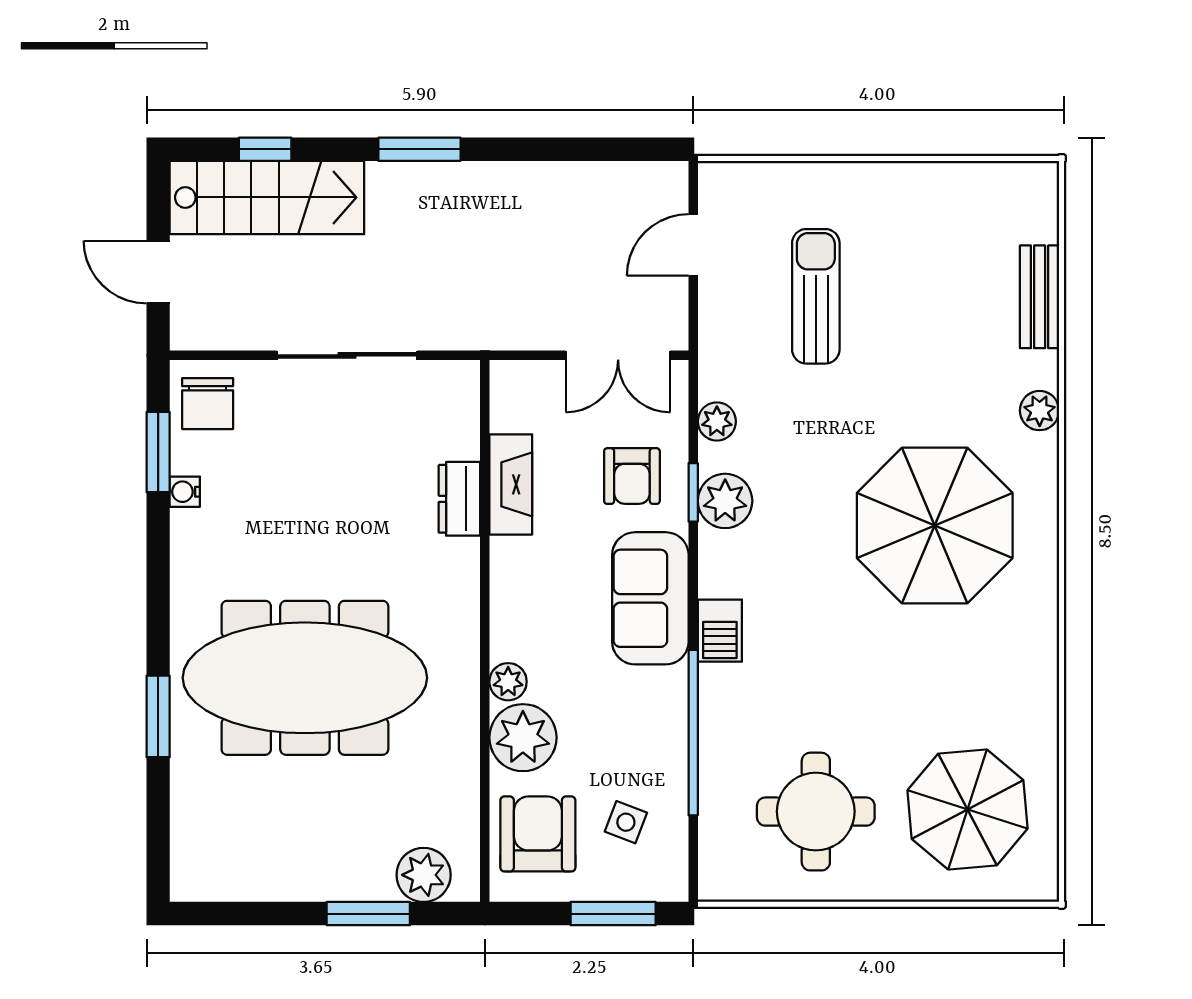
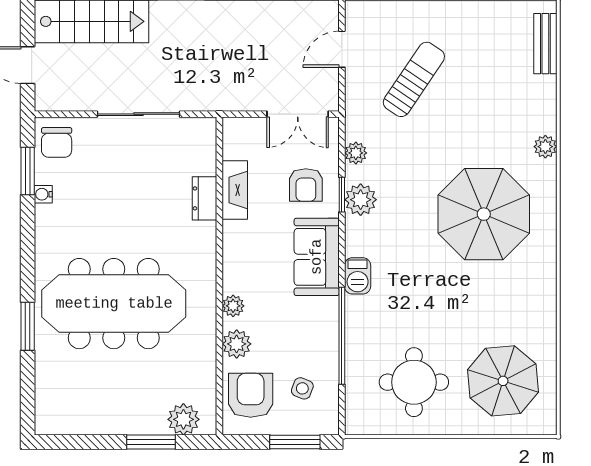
sun lounger: (816, 296) -> (414, 79), turned 34
bench: (1040, 297) -> (545, 44), moved
plant: (523, 738) -> (237, 344), width x0.73, depth x0.73

